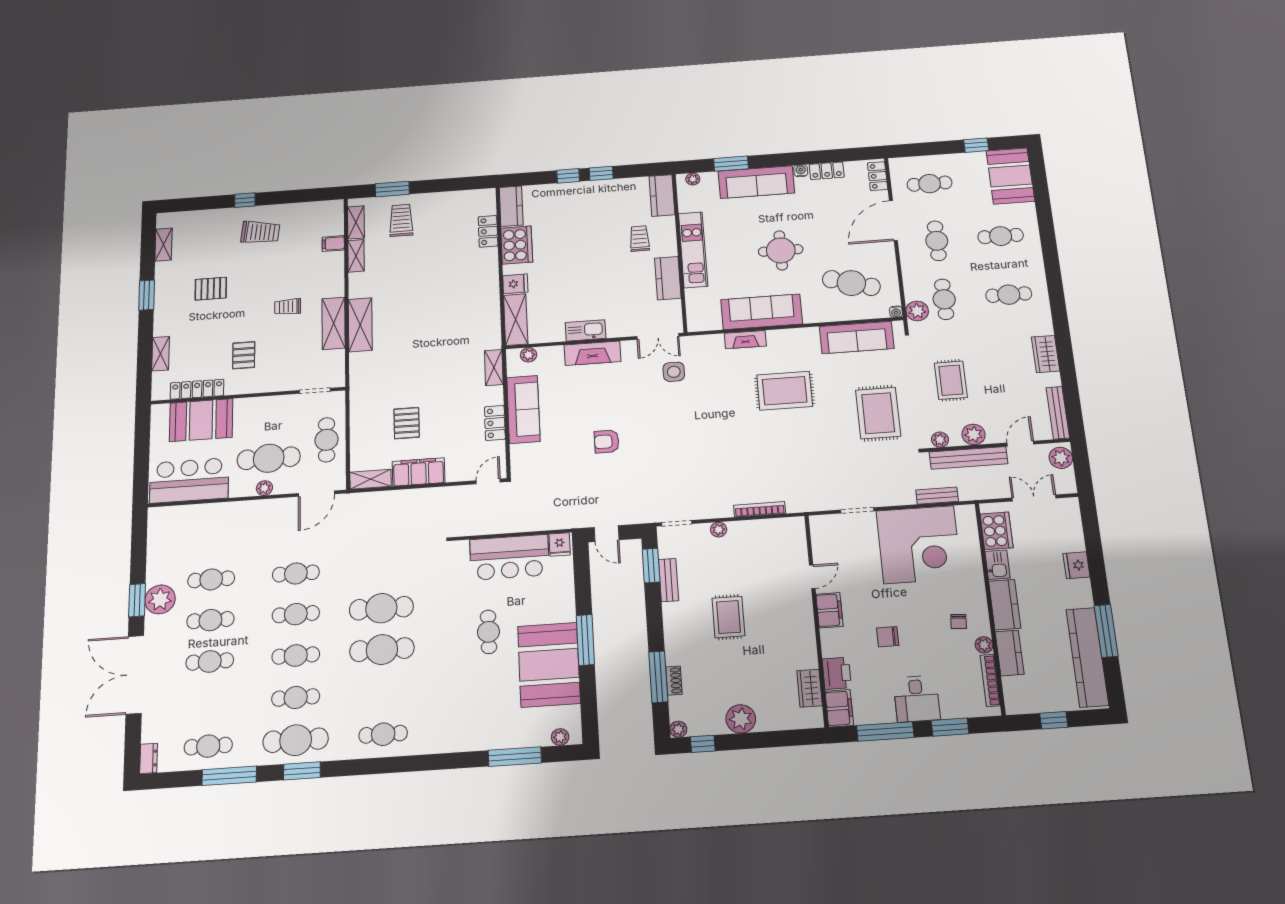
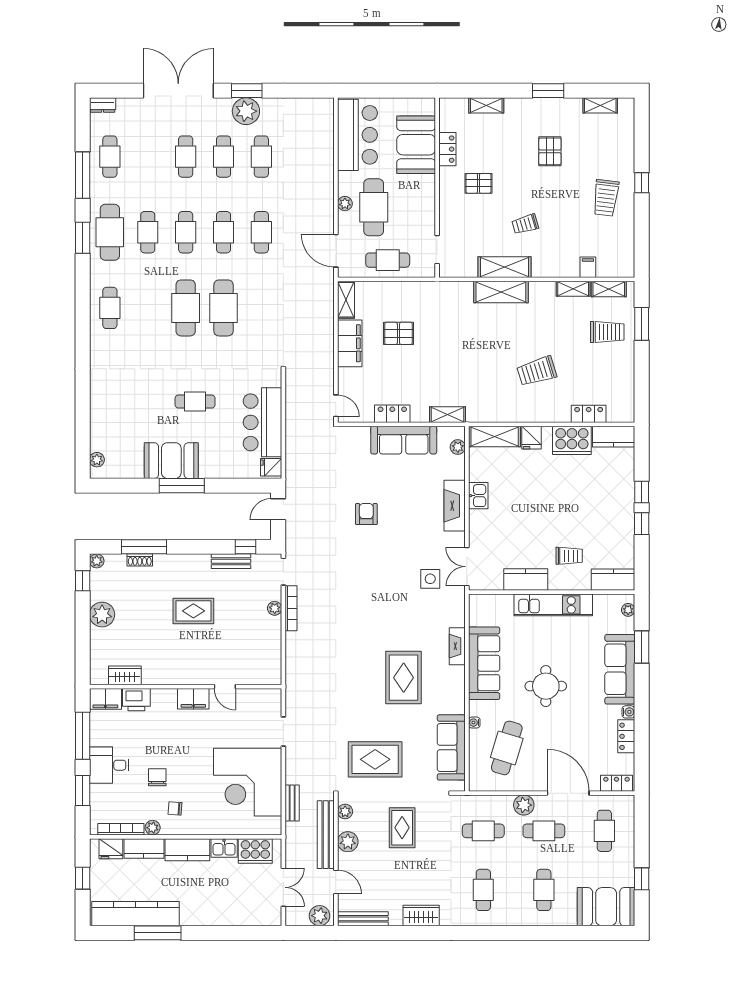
trolley: (444, 284) -> (537, 371), added
trolley: (288, 307) -> (525, 224), turned -106
plant: (917, 311) -> (524, 805), moved
water cooler: (896, 312) -> (474, 723), moved
kitchen sink: (586, 330) -> (478, 496), width x0.73
rug: (951, 380) -> (402, 828), turned 90
locker: (197, 389) -> (447, 149), width x0.66
bookcase: (760, 509) -> (291, 608), moved
fridge: (1076, 565) -> (111, 849), moved, turned 180
window: (651, 566) -> (246, 547), width x0.67
chair: (888, 637) -> (157, 777), moved
booth: (549, 665) -> (171, 461), width x0.73, depth x0.70
window: (515, 757) -> (83, 420), removed

